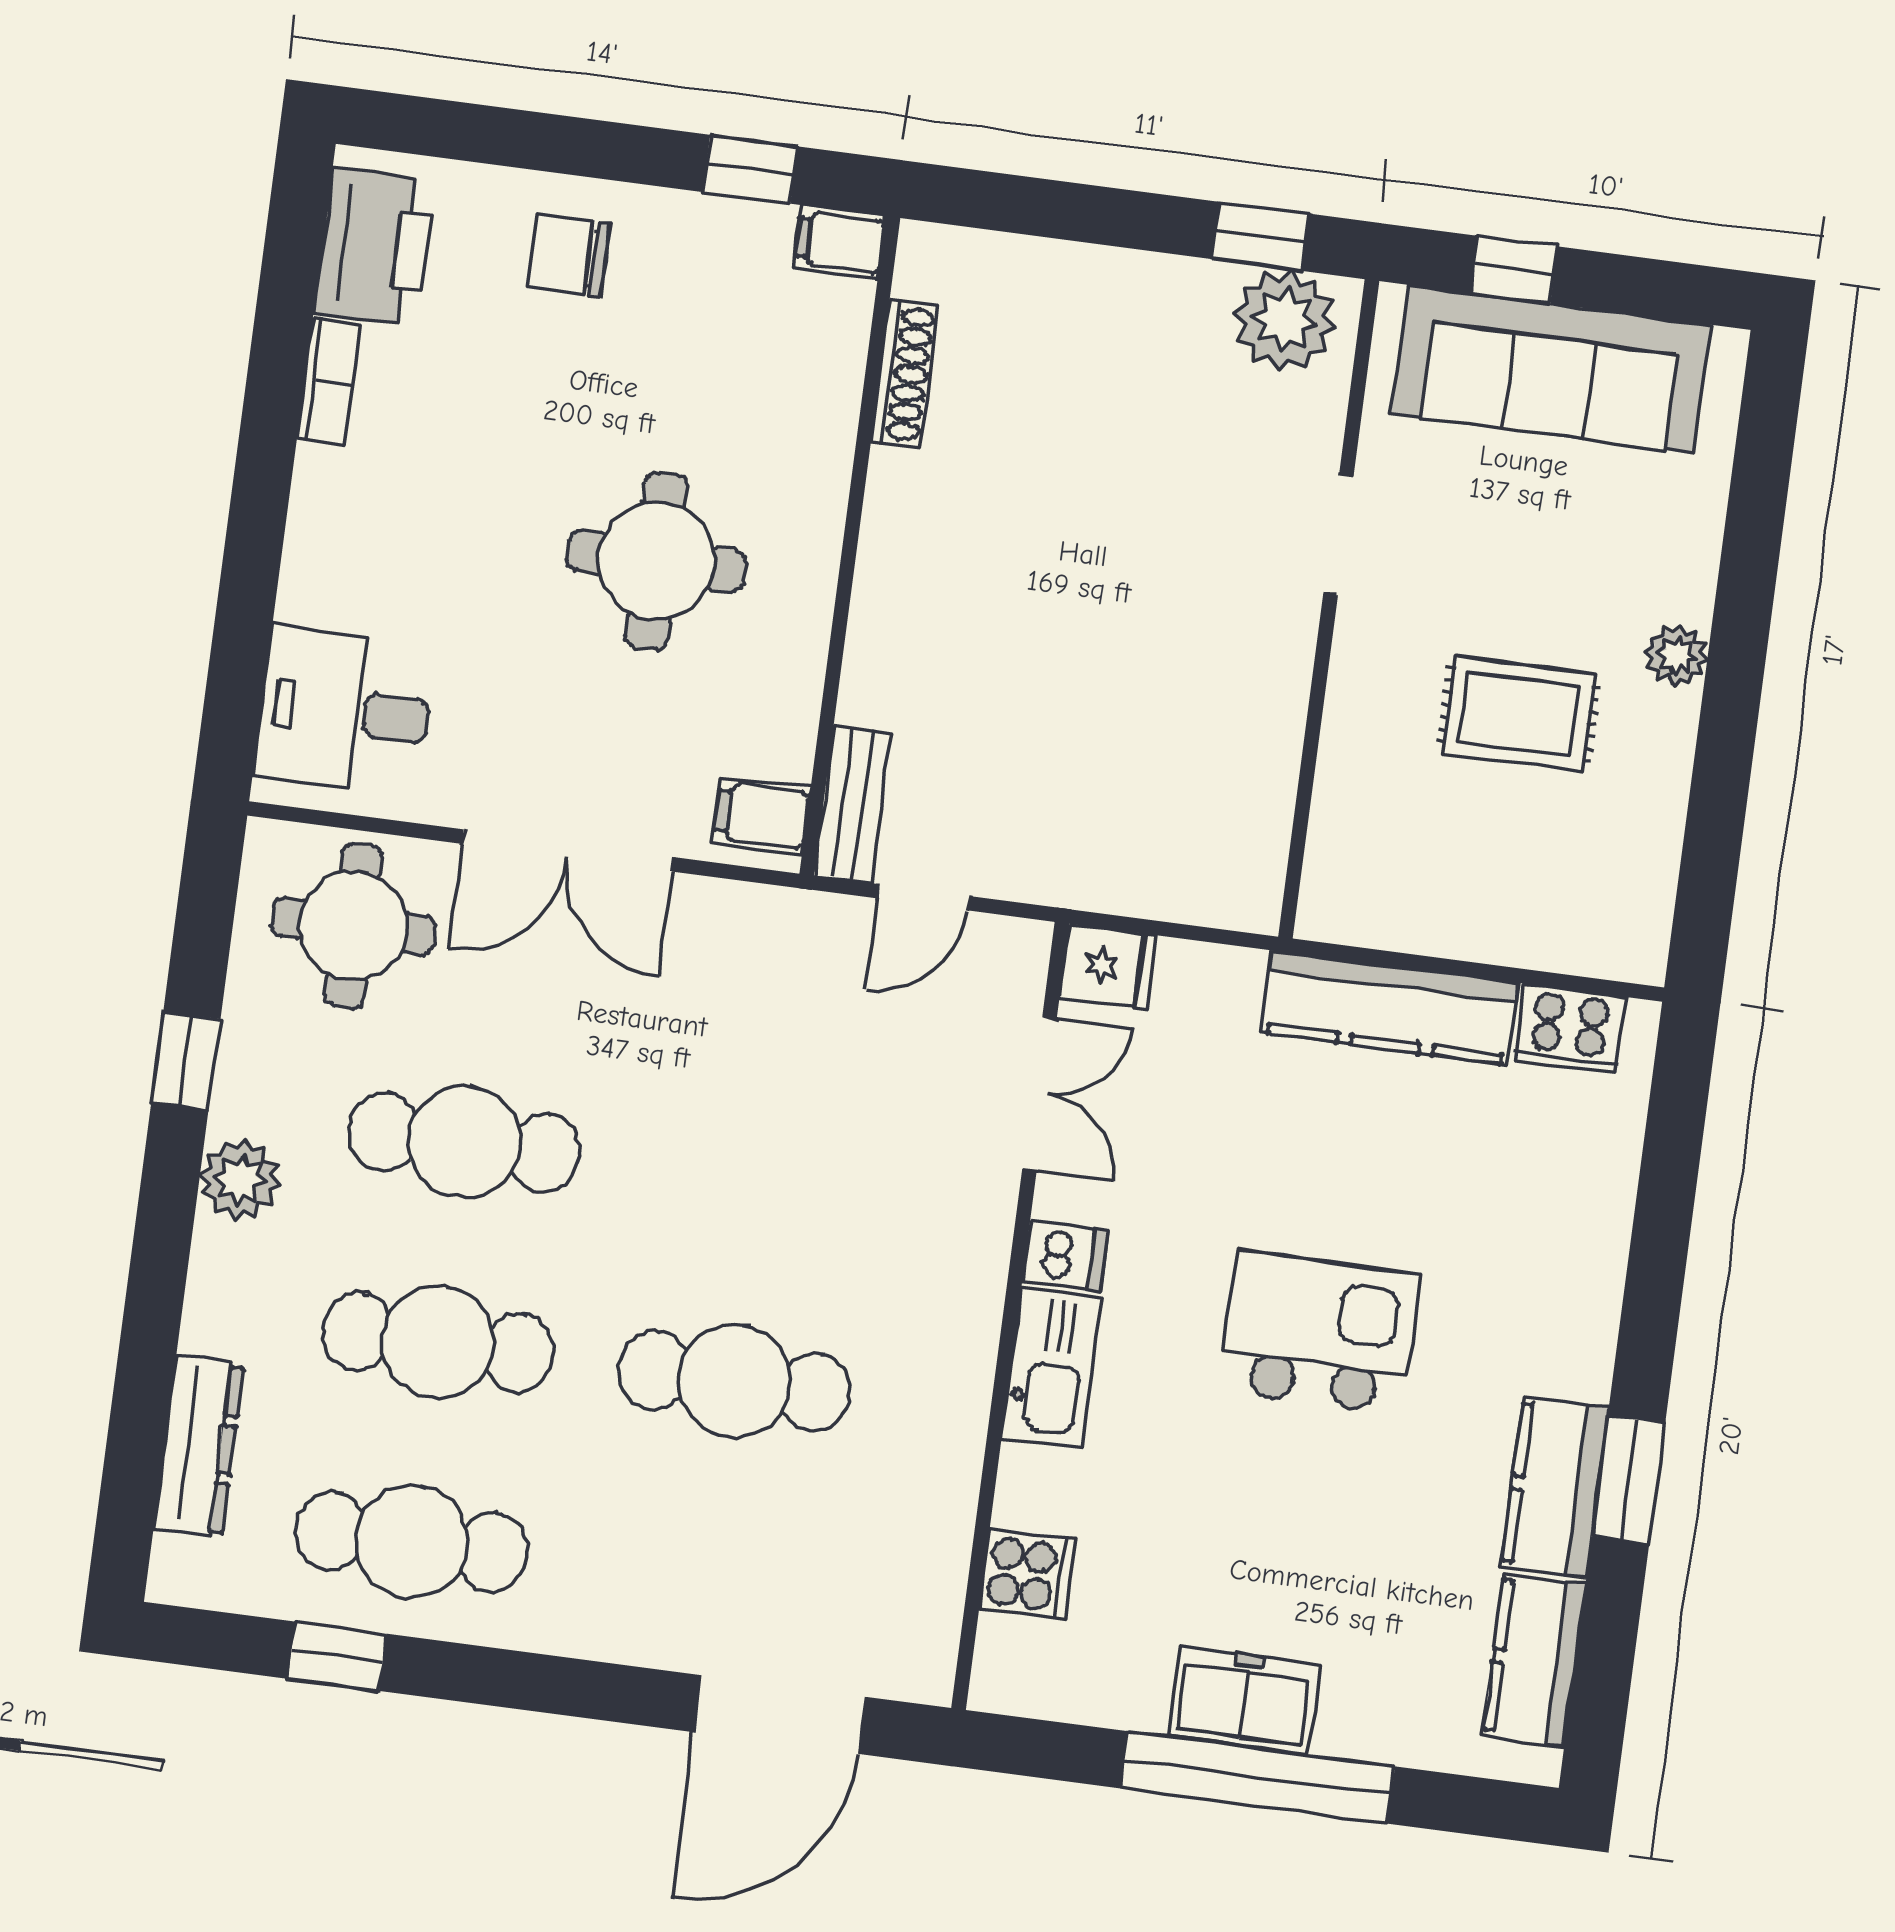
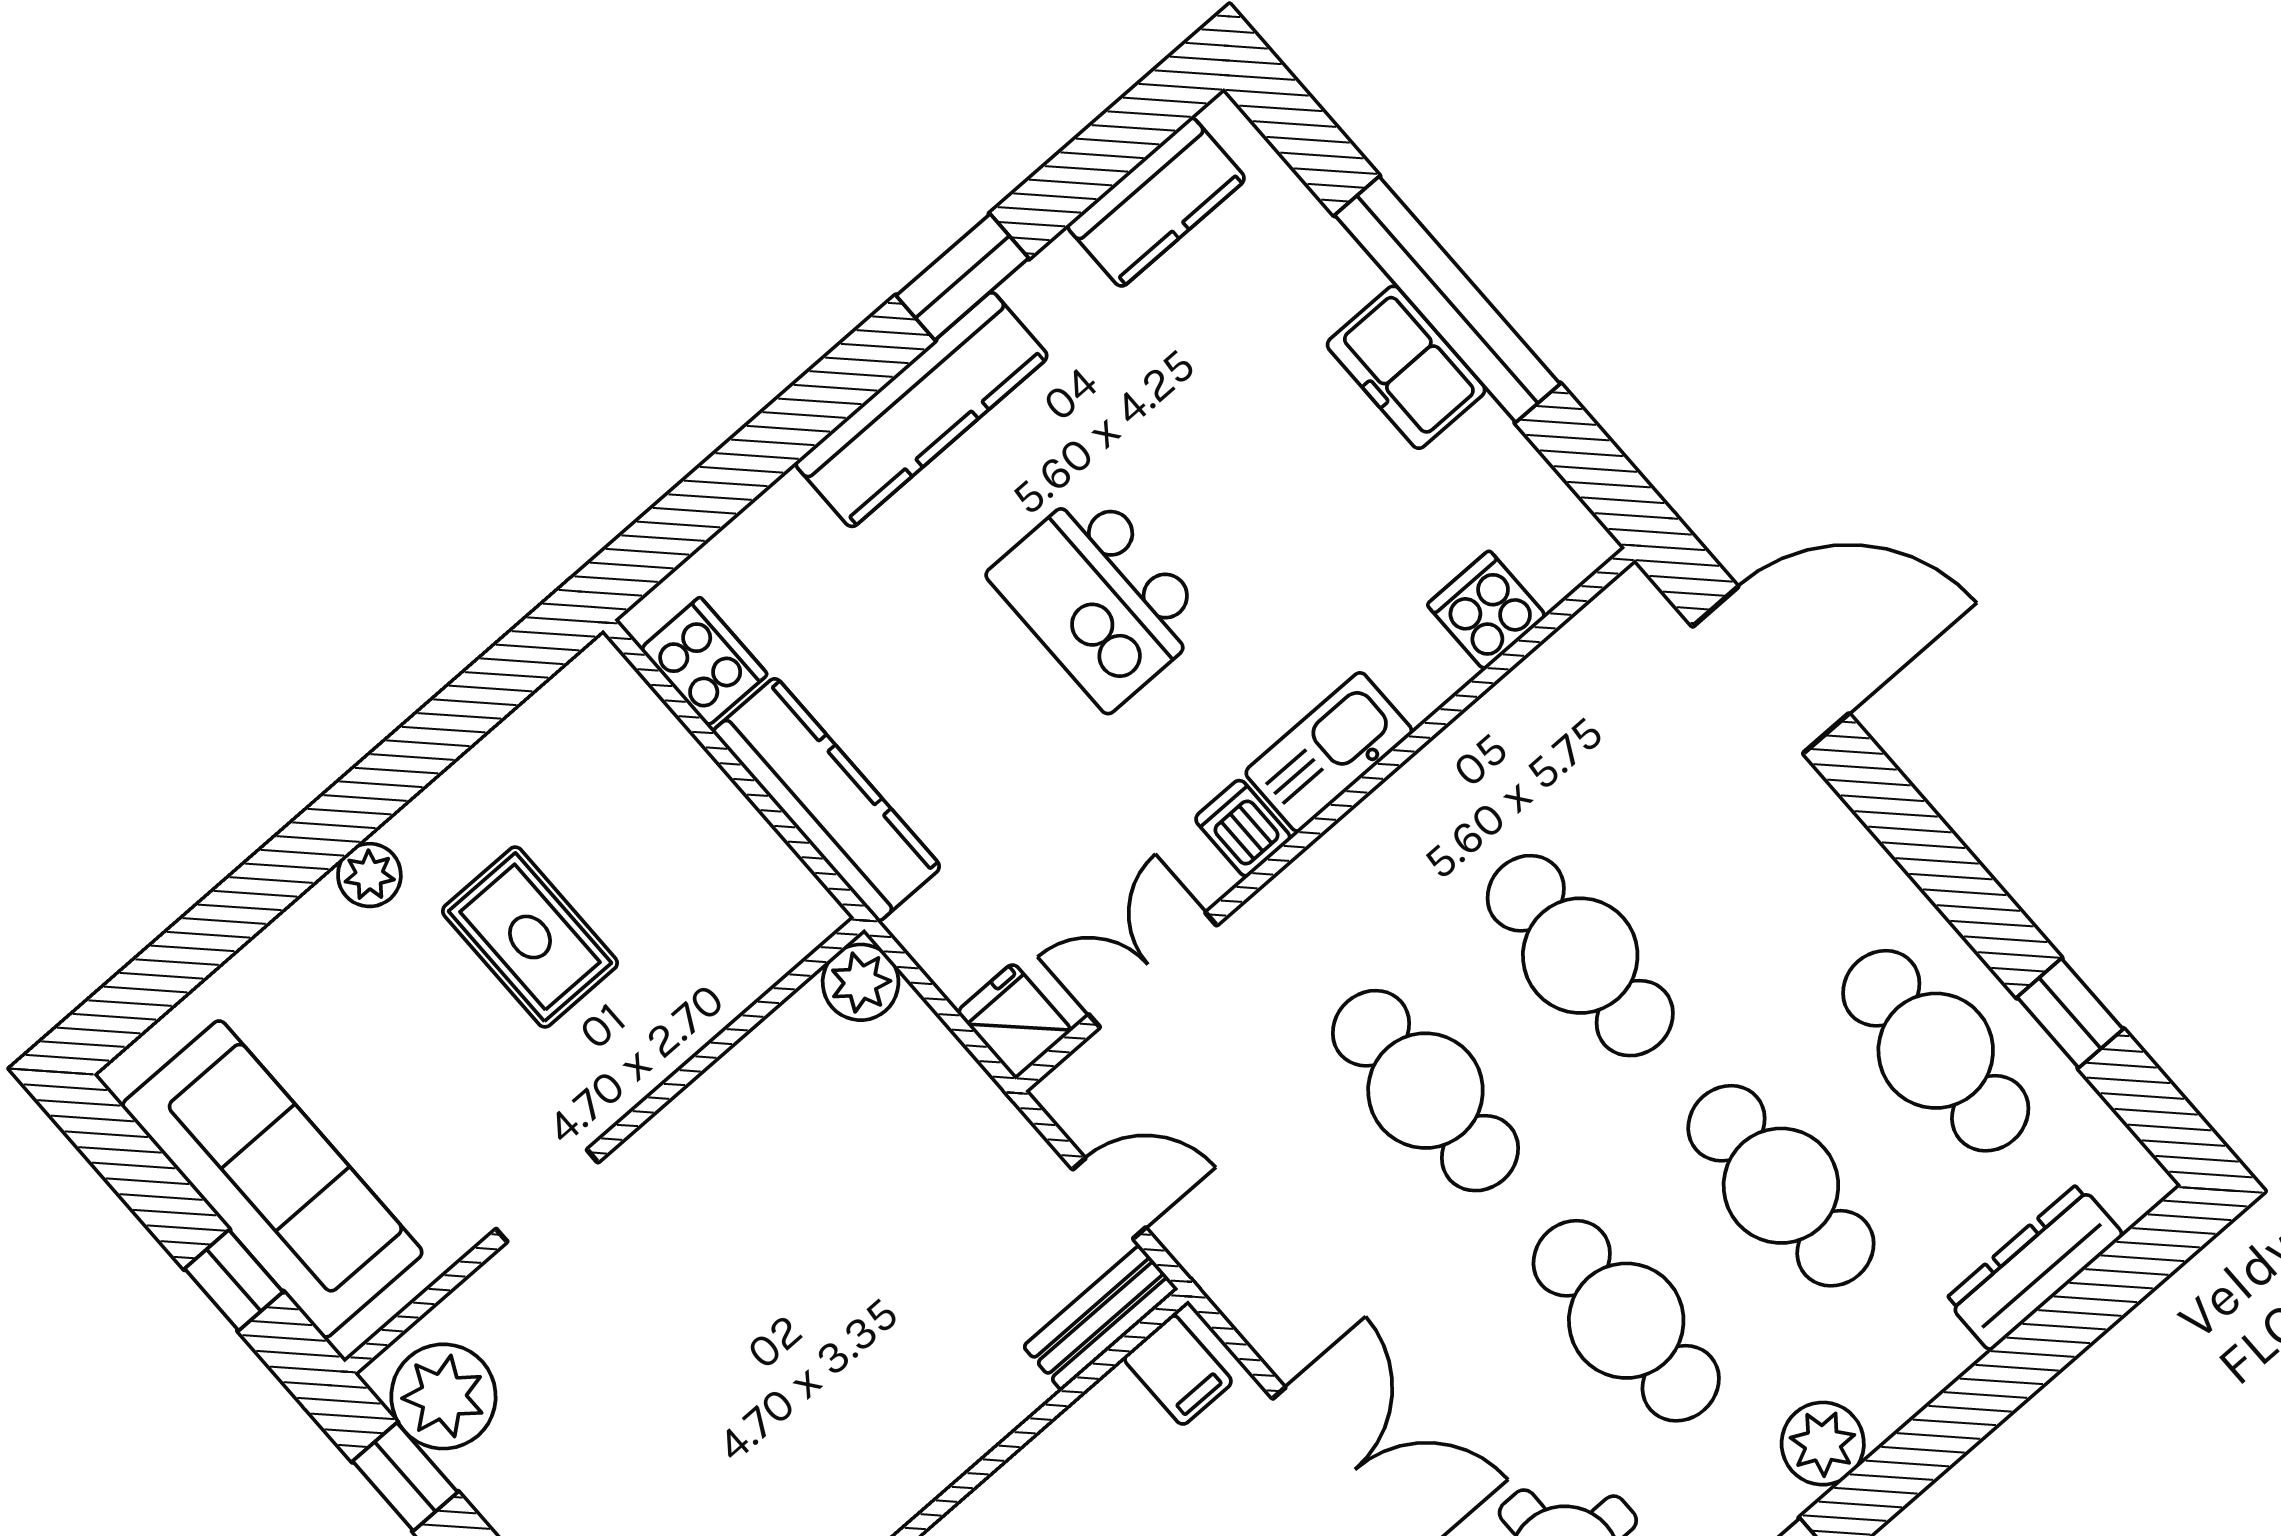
plant: (1246, 895) -> (861, 982), added
cafe table: (761, 1182) -> (1425, 1091), added
kitchen counter: (1555, 1487) -> (922, 410), moved, width x1.50

